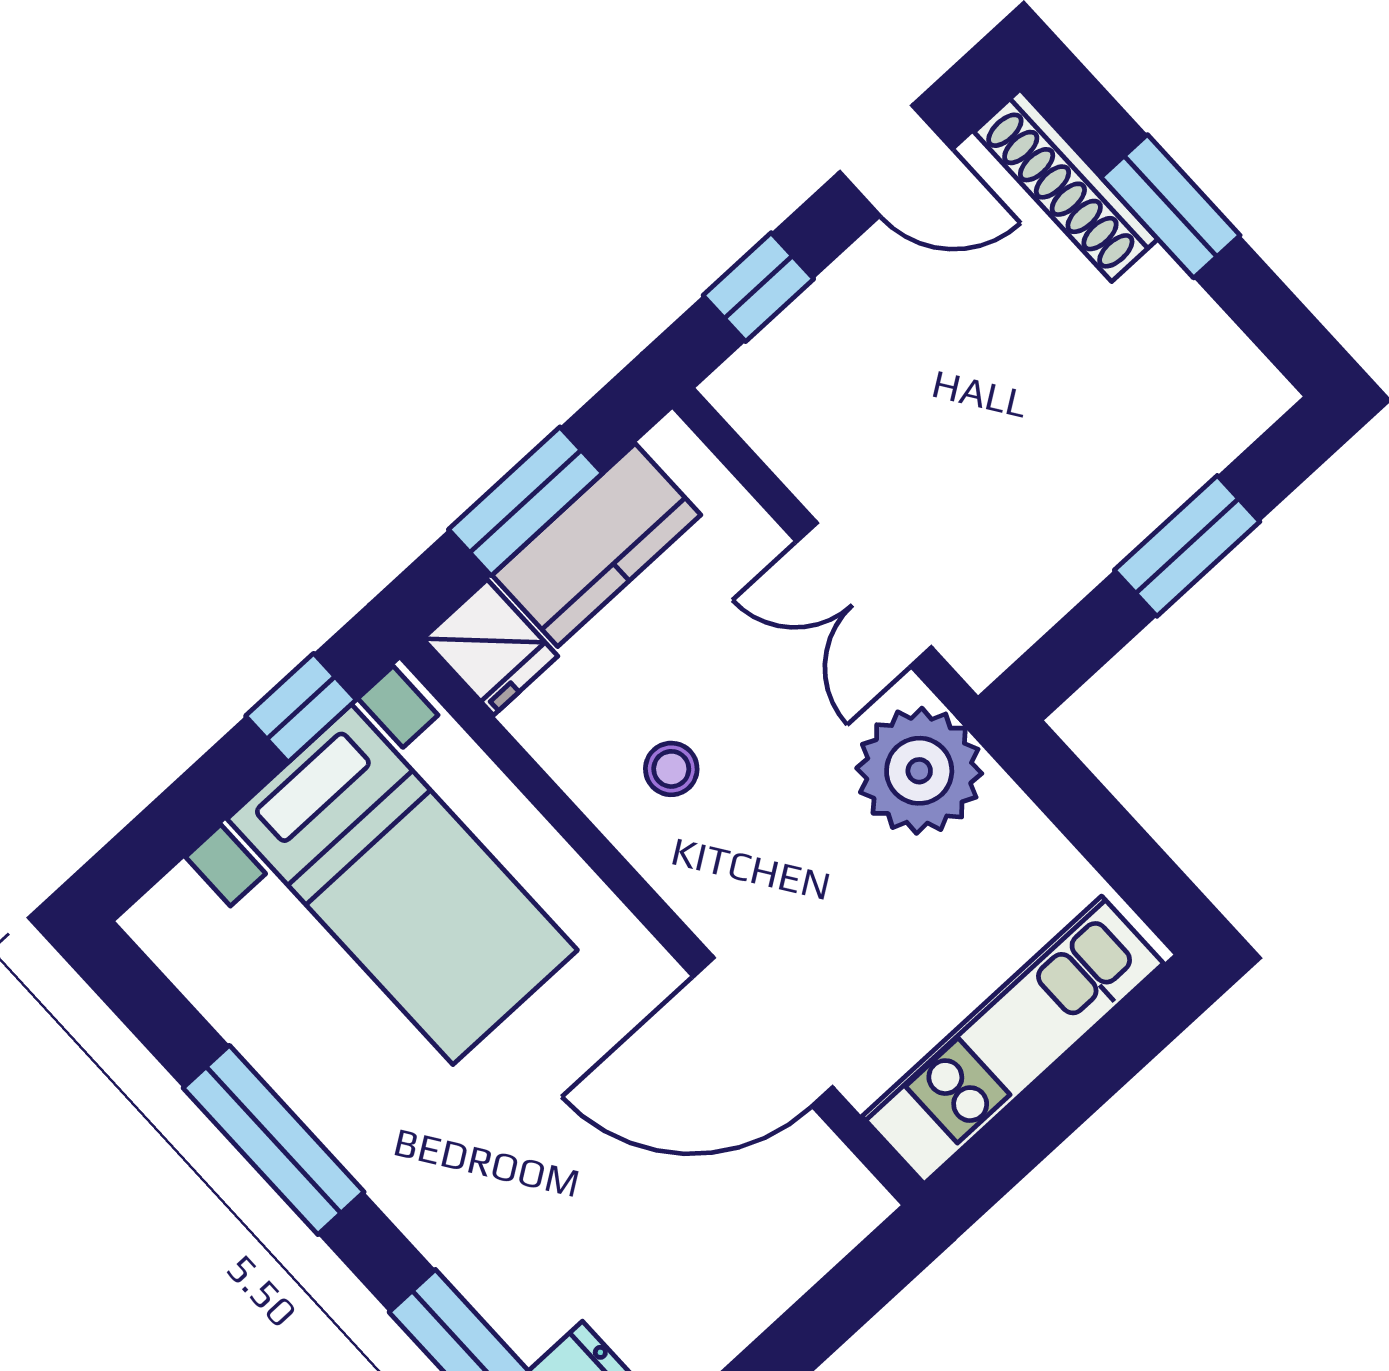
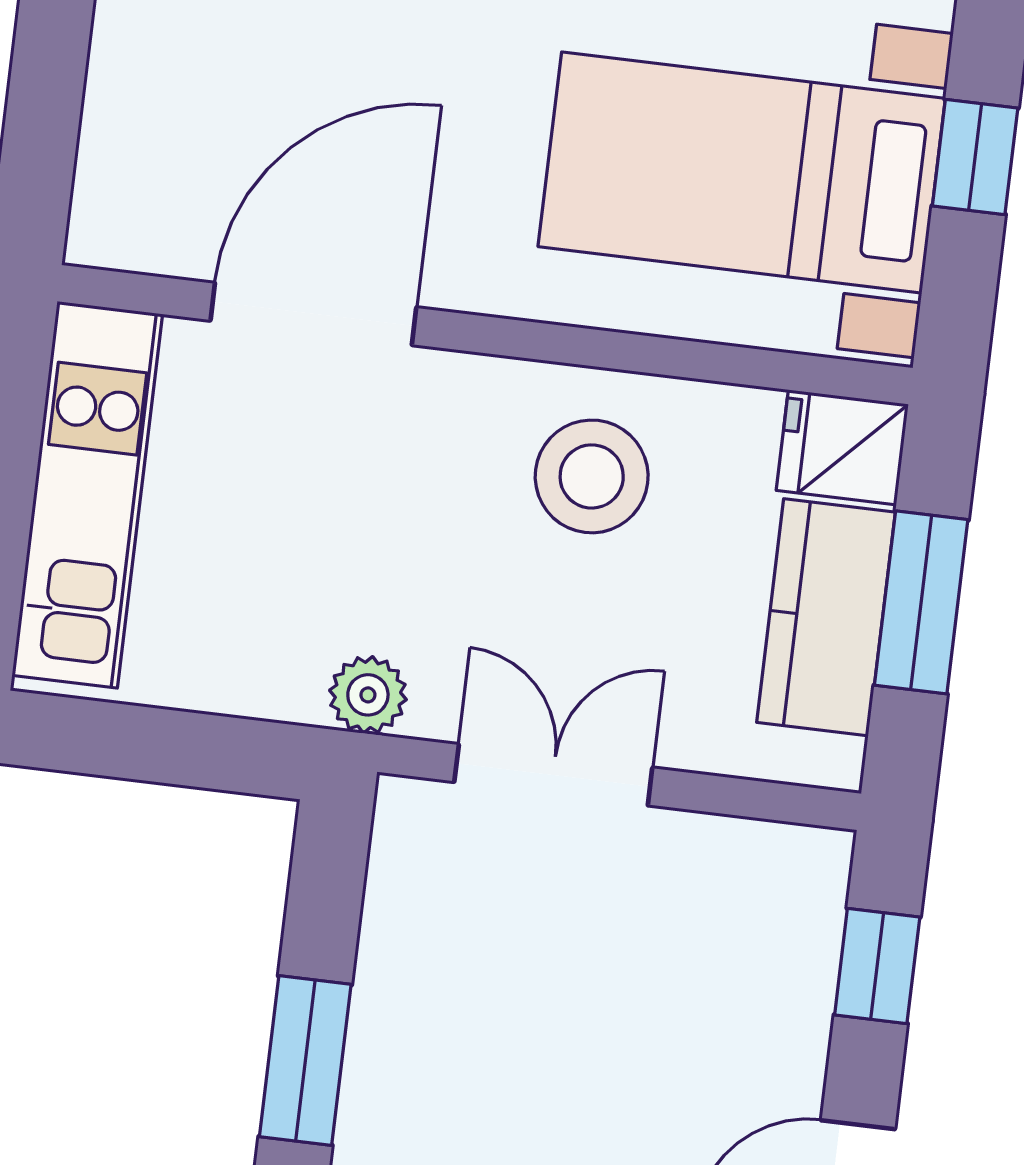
window: (301, 708) -> (975, 157), moved
stool: (671, 769) -> (592, 476), width x1.89, depth x1.89
plant: (919, 771) -> (368, 695), width x0.53, depth x0.53

